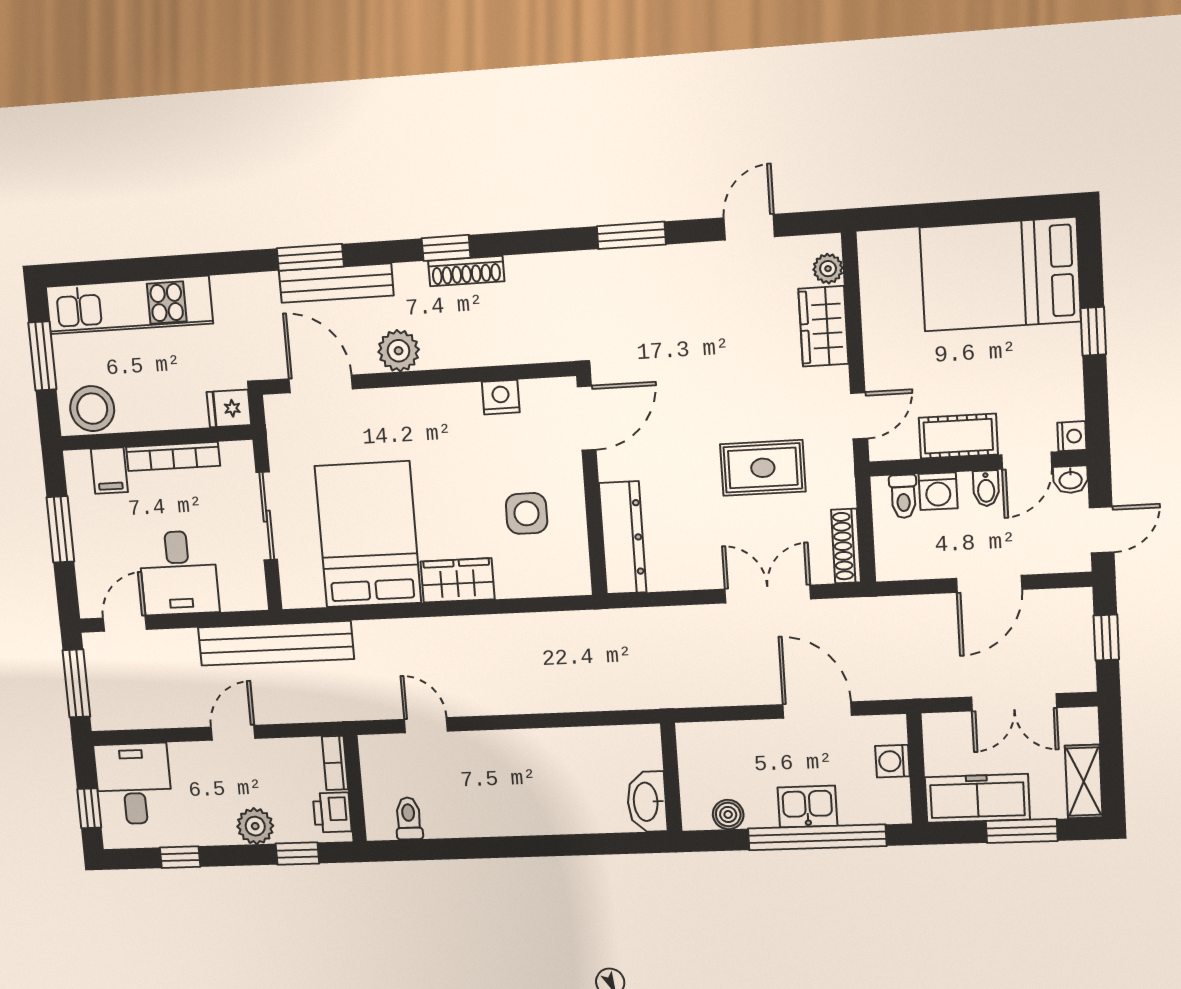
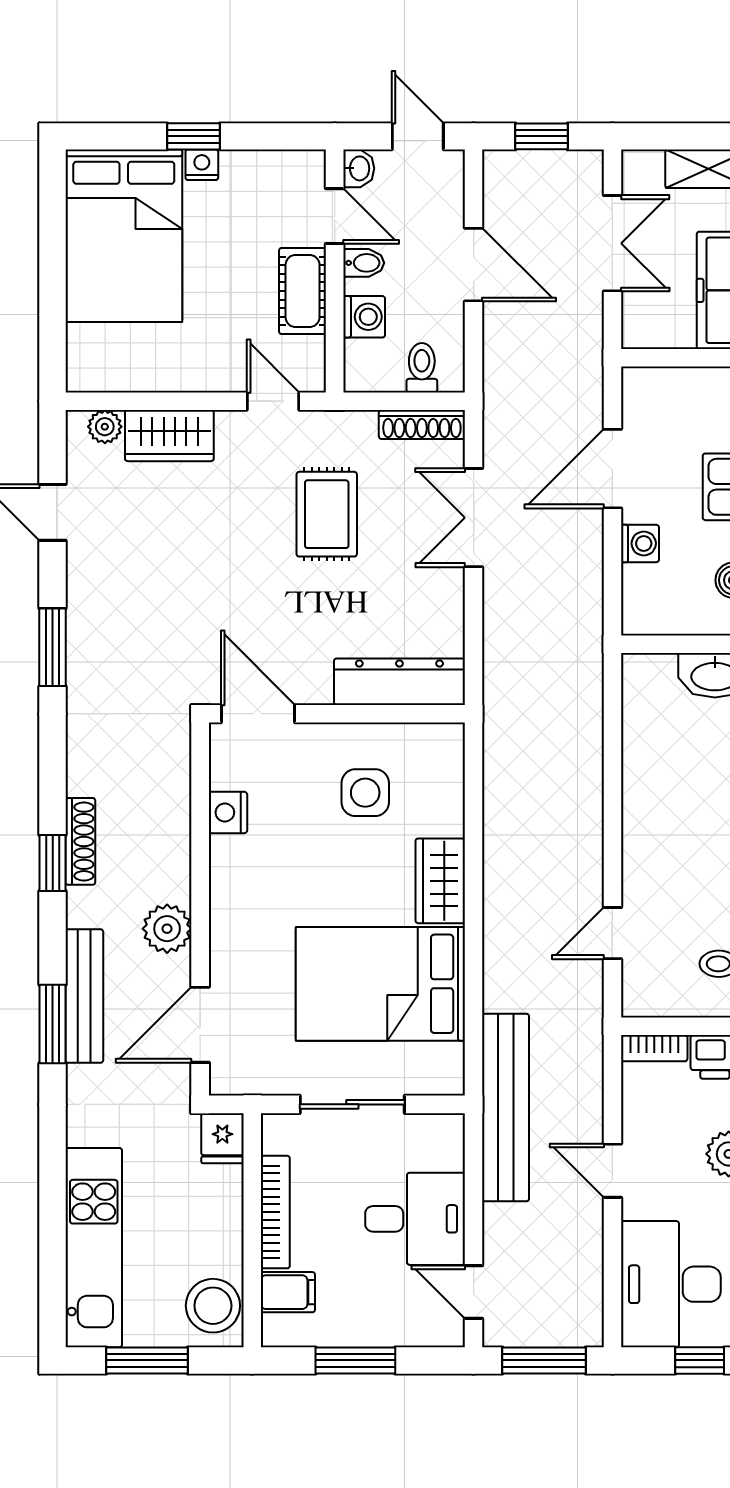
nightstand: (1072, 436) -> (202, 165), moved
toilet: (903, 496) -> (422, 368), moved, turned -90
washing machine: (892, 761) -> (640, 544), moved, turned -90
desk: (133, 784) -> (671, 1284), width x1.37

